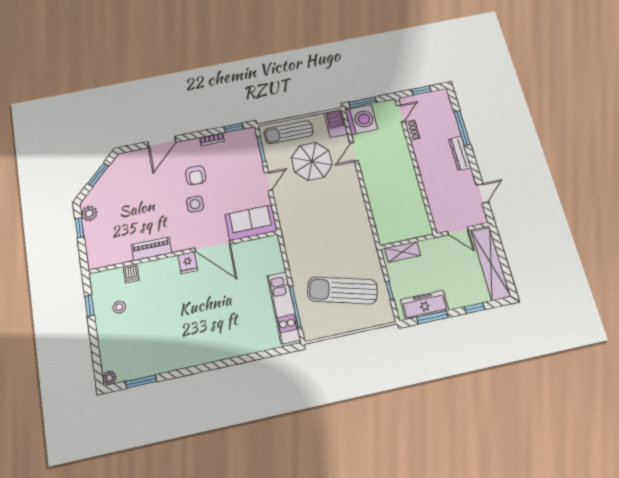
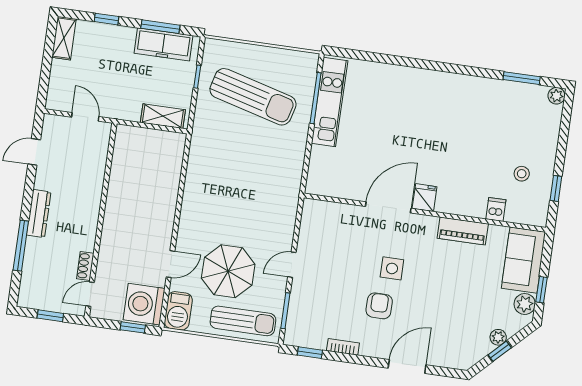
window: (363, 102) -> (133, 327), width x0.67
window: (98, 175) -> (500, 351), width x0.67
plant: (102, 184) -> (498, 337), added
sofa: (251, 223) -> (523, 260), moved, turned 90
door: (212, 246) -> (388, 207), hinge flipped
shelving: (491, 264) -> (64, 38), width x0.45, depth x0.75

